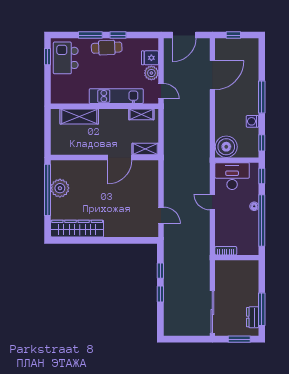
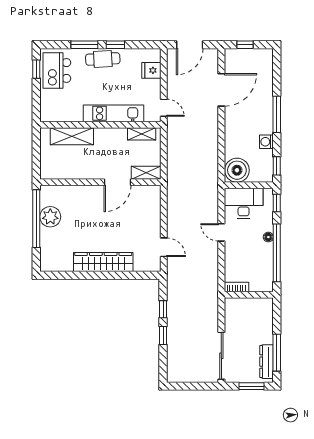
plant: (151, 73) -> (153, 87), removed
wardrobe: (77, 229) -> (103, 262), moved
dresser: (253, 317) -> (267, 362), width x1.44

